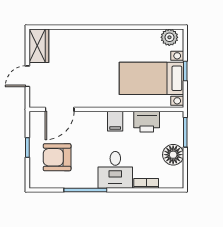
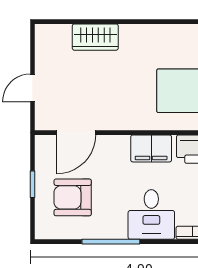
wardrobe: (39, 46) -> (95, 37), moved, turned 90
filing cabinet: (115, 121) -> (151, 148), width x2.00

